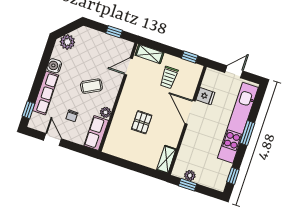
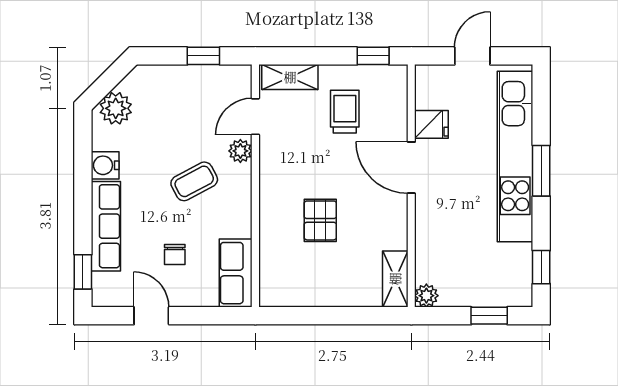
trolley: (169, 77) -> (345, 112), turned 180
plant: (105, 112) -> (240, 151), moved
plant: (190, 175) -> (426, 296), moved
window: (188, 185) -> (489, 316), moved

